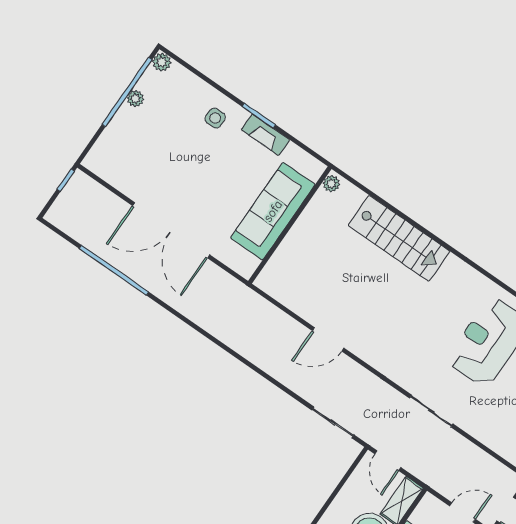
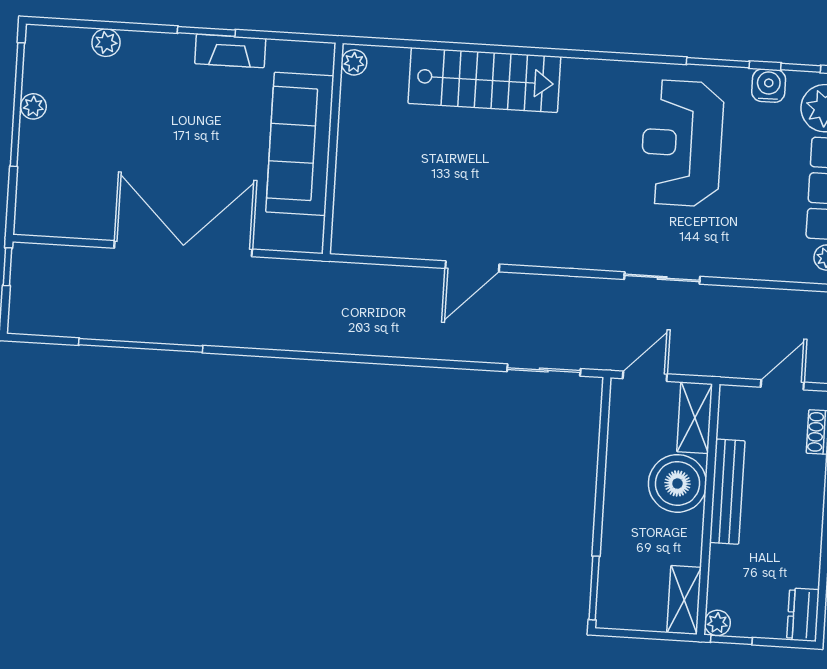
plant: (162, 62) -> (106, 43), moved
side table: (215, 118) -> (152, 69), removed
double door: (171, 230) -> (183, 249), swing flipped
door: (388, 461) -> (645, 376), swing flipped

